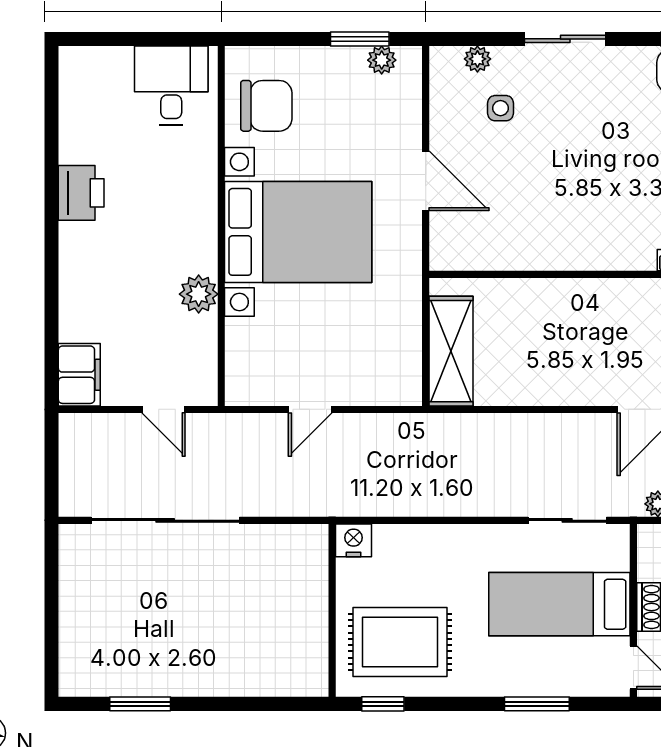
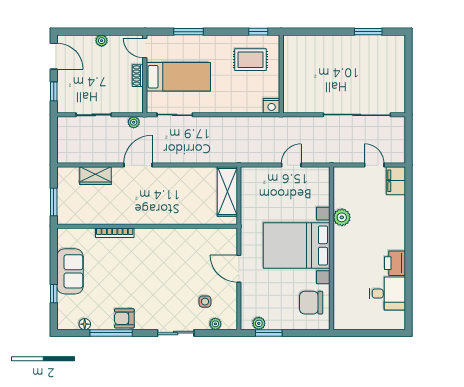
desk: (171, 85) -> (387, 294), moved, turned -90
door: (164, 409) -> (374, 165), moved
rug: (400, 642) -> (251, 60), width x0.73, depth x0.70

